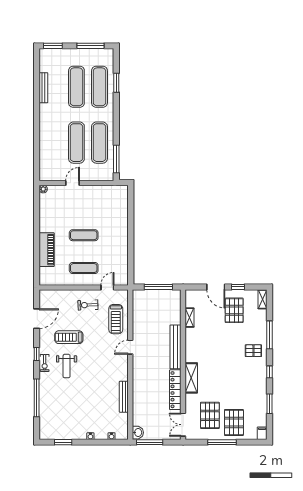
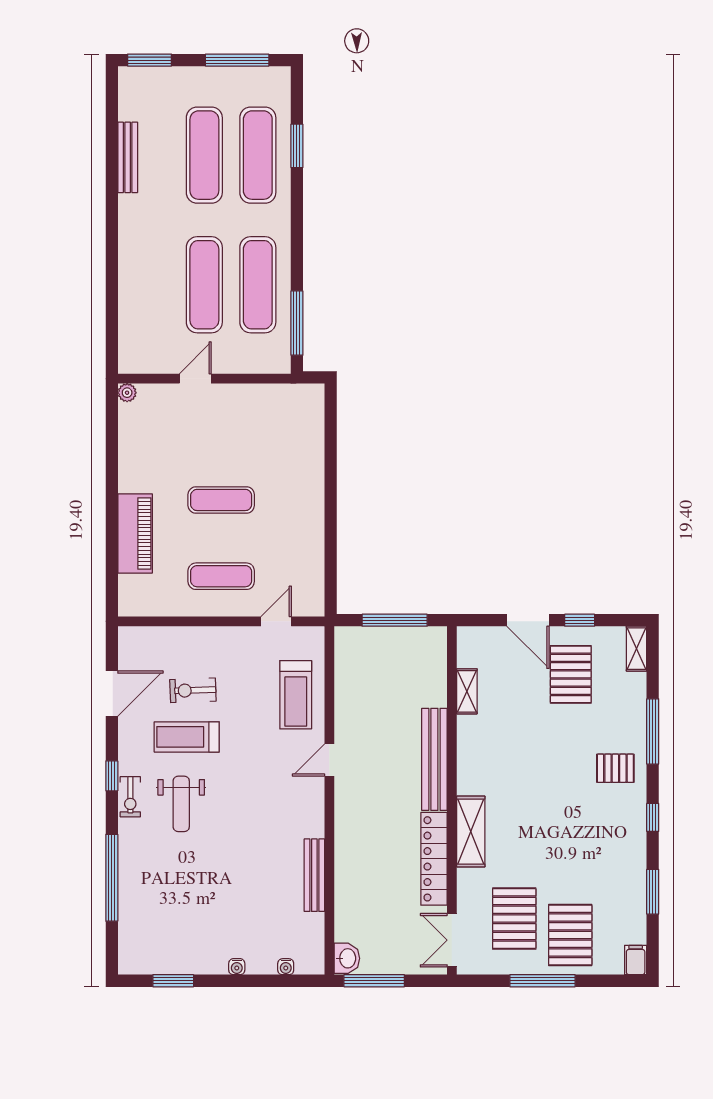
exercise bike: (88, 305) -> (193, 690), moved

